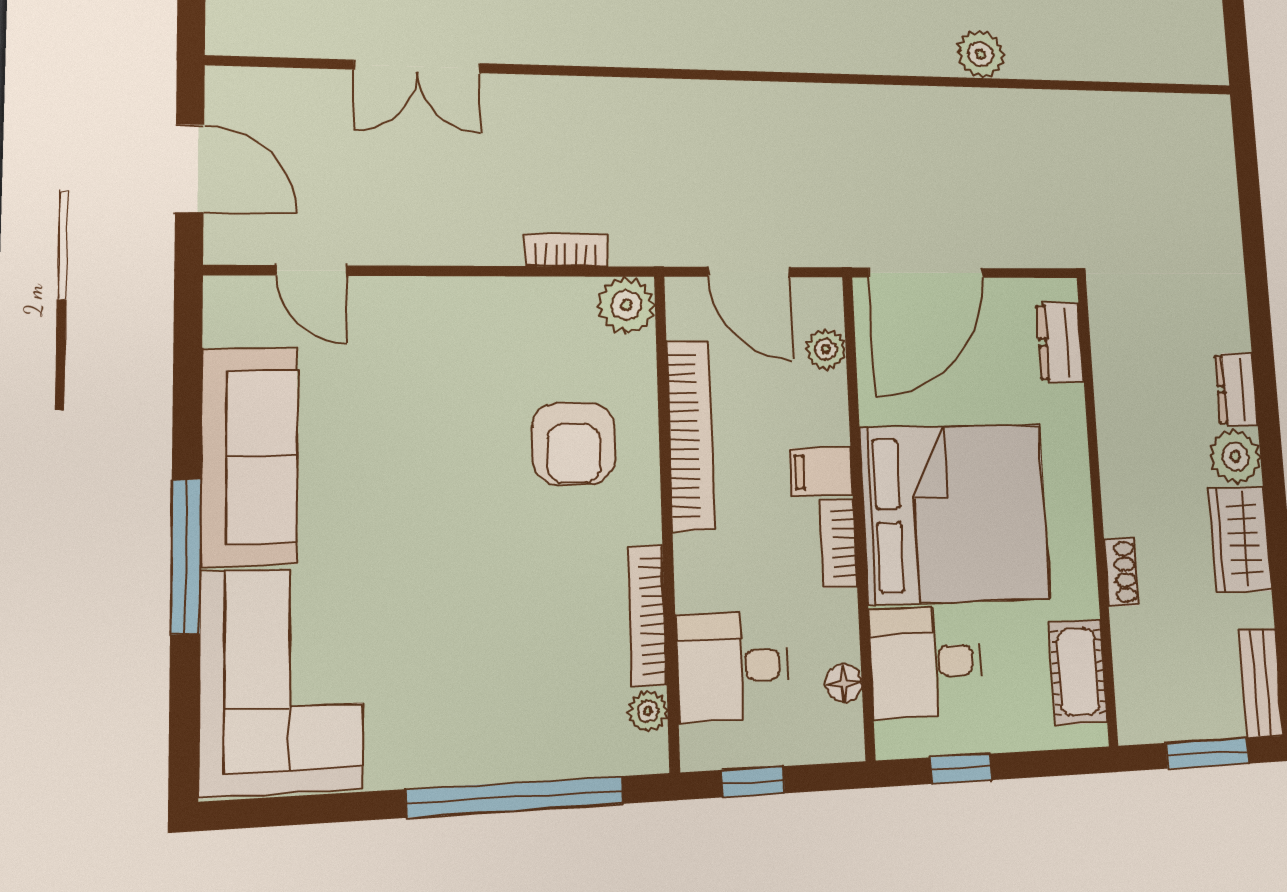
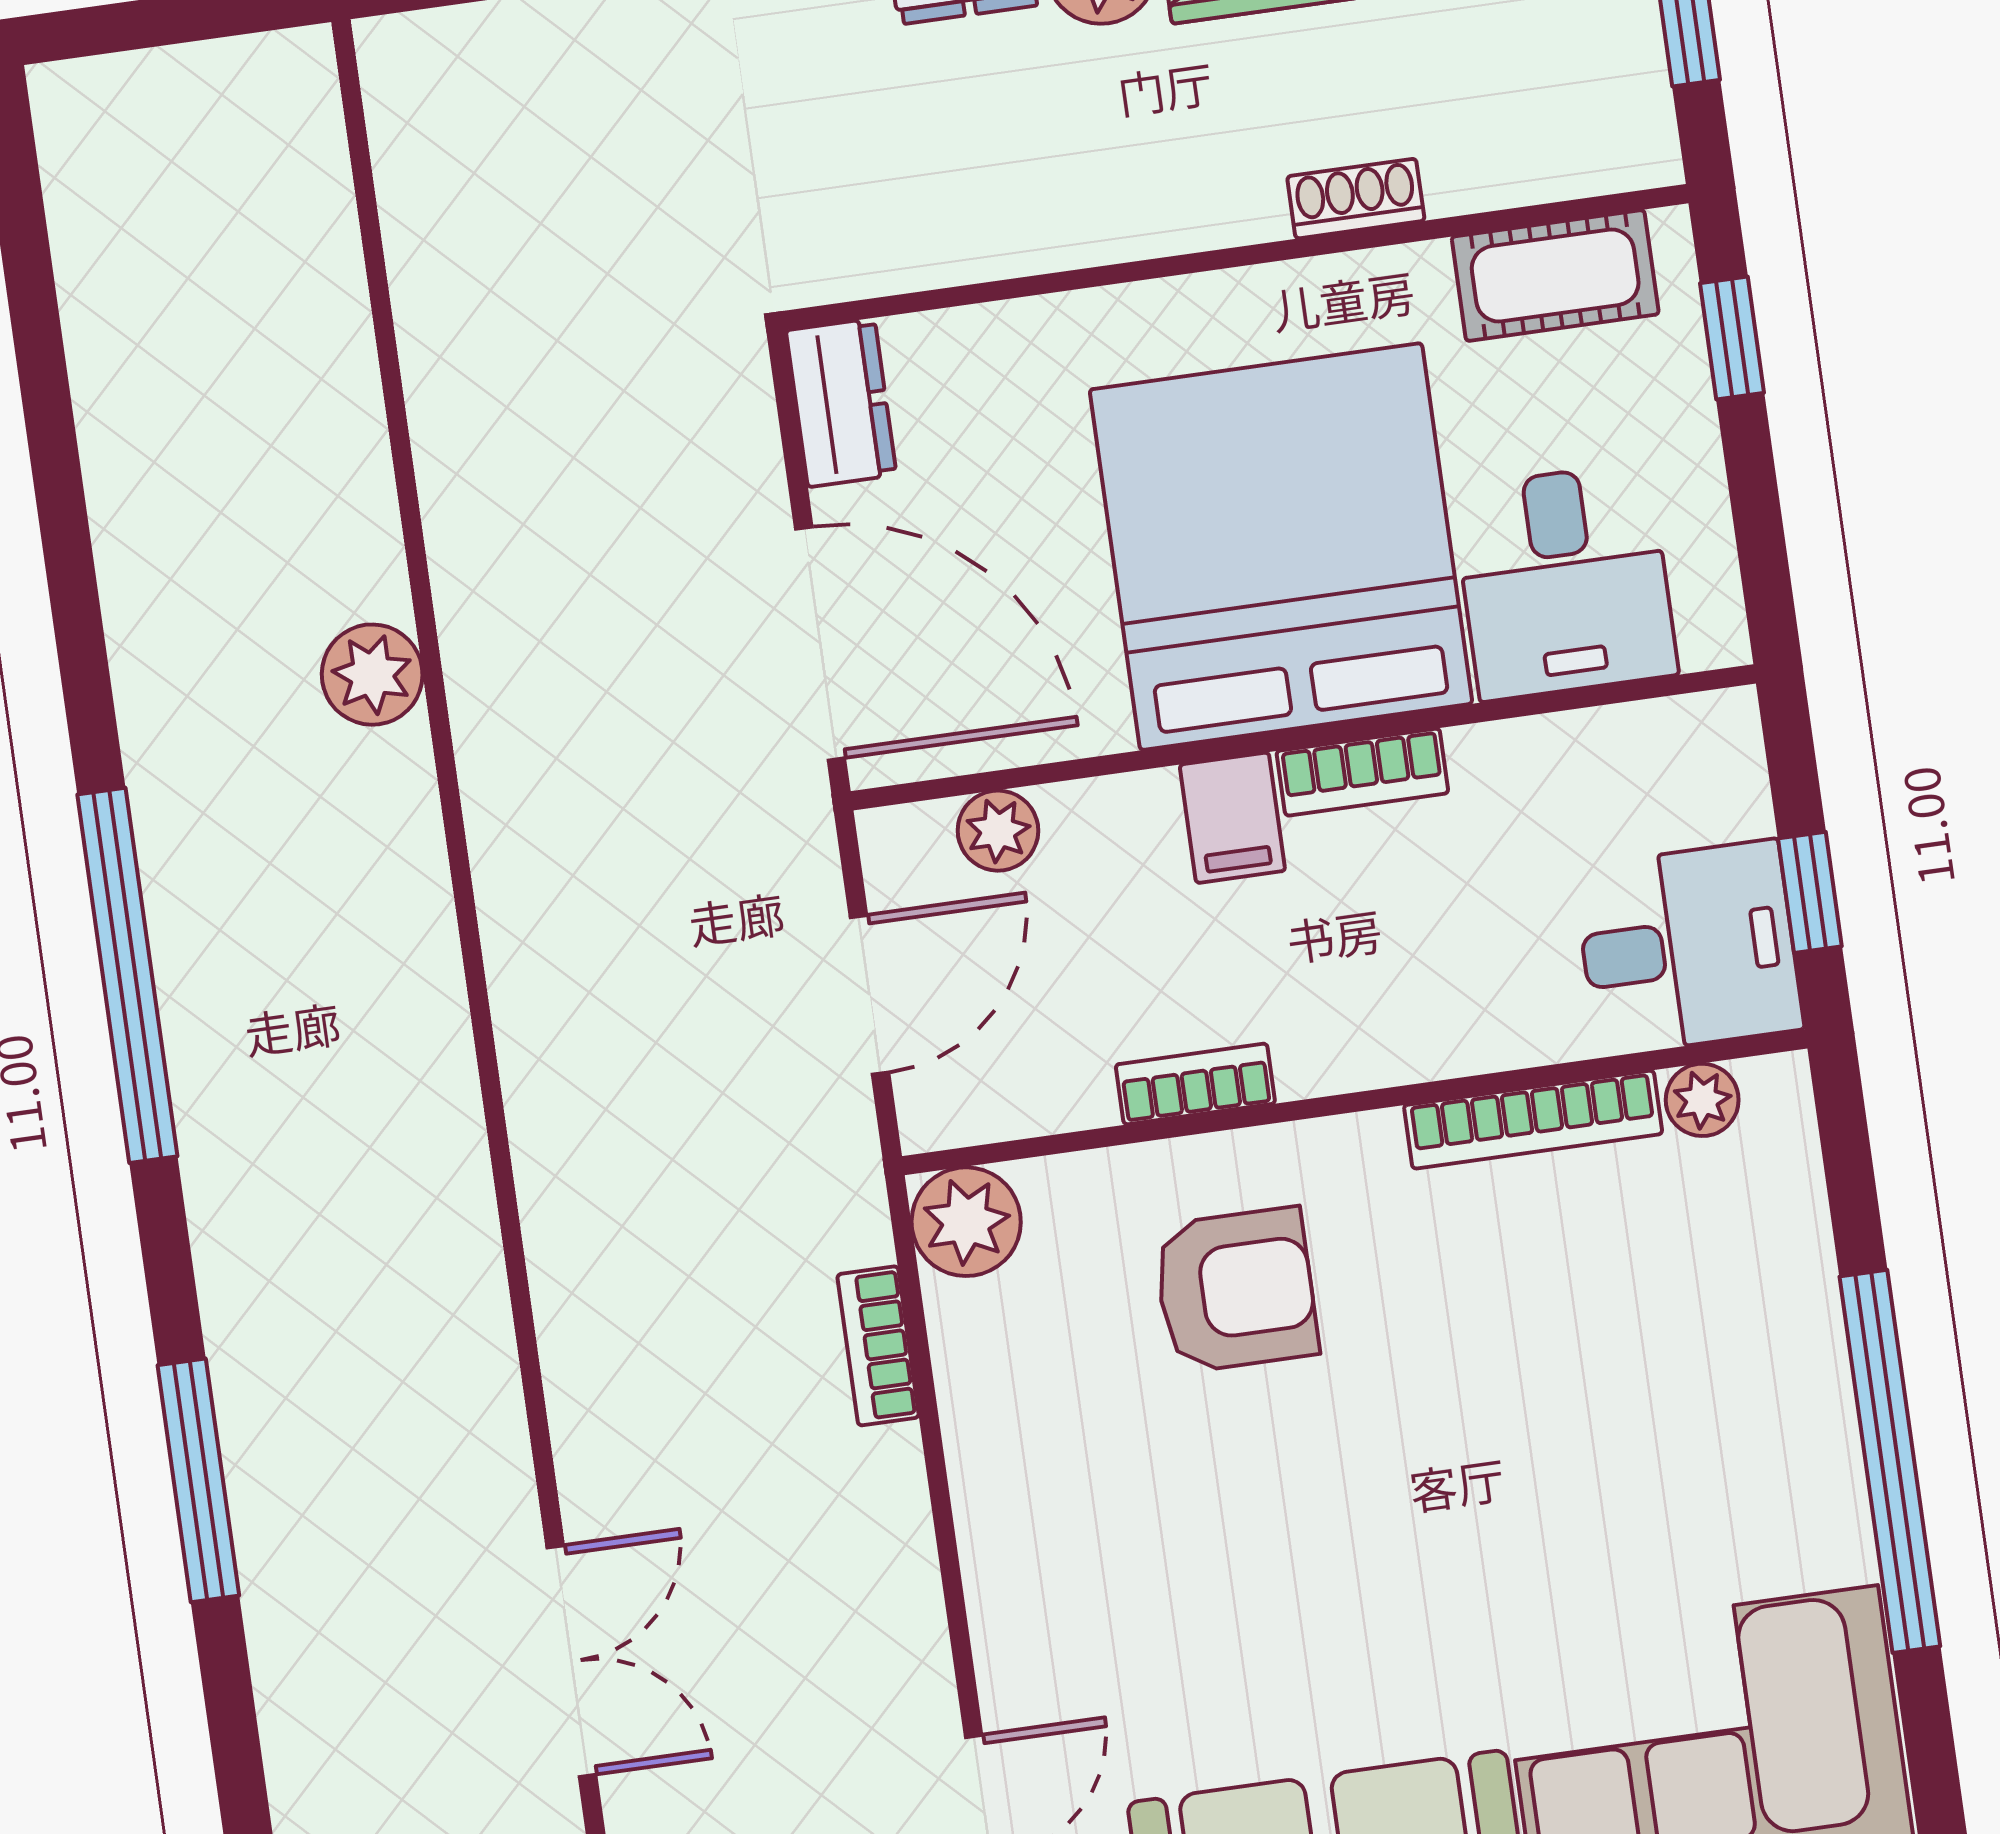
plant: (981, 54) -> (372, 675), moved
dresser: (1060, 342) -> (841, 403), moved, turned -90
bookcase: (690, 435) -> (1195, 1084), width x0.43, depth x0.76
desk: (733, 666) -> (1688, 948), moved, turned -90
floor lamp: (844, 683) -> (1619, 738), removed
window: (961, 769) -> (1732, 338), moved
window: (515, 797) -> (1890, 1461), moved

